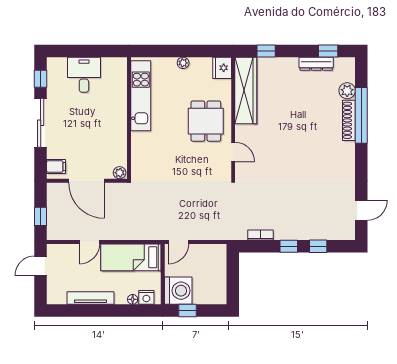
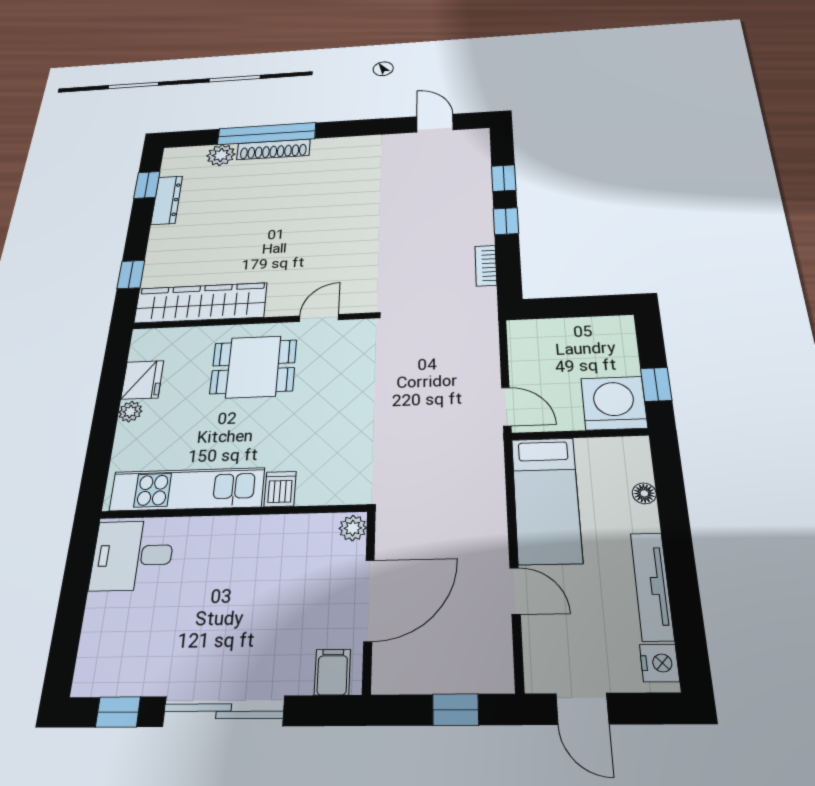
fridge: (222, 68) -> (142, 380), moved, turned -90
desk: (84, 75) -> (132, 555), moved
dishwasher: (140, 139) -> (280, 489), added
nightstand: (146, 297) -> (659, 663), moved

